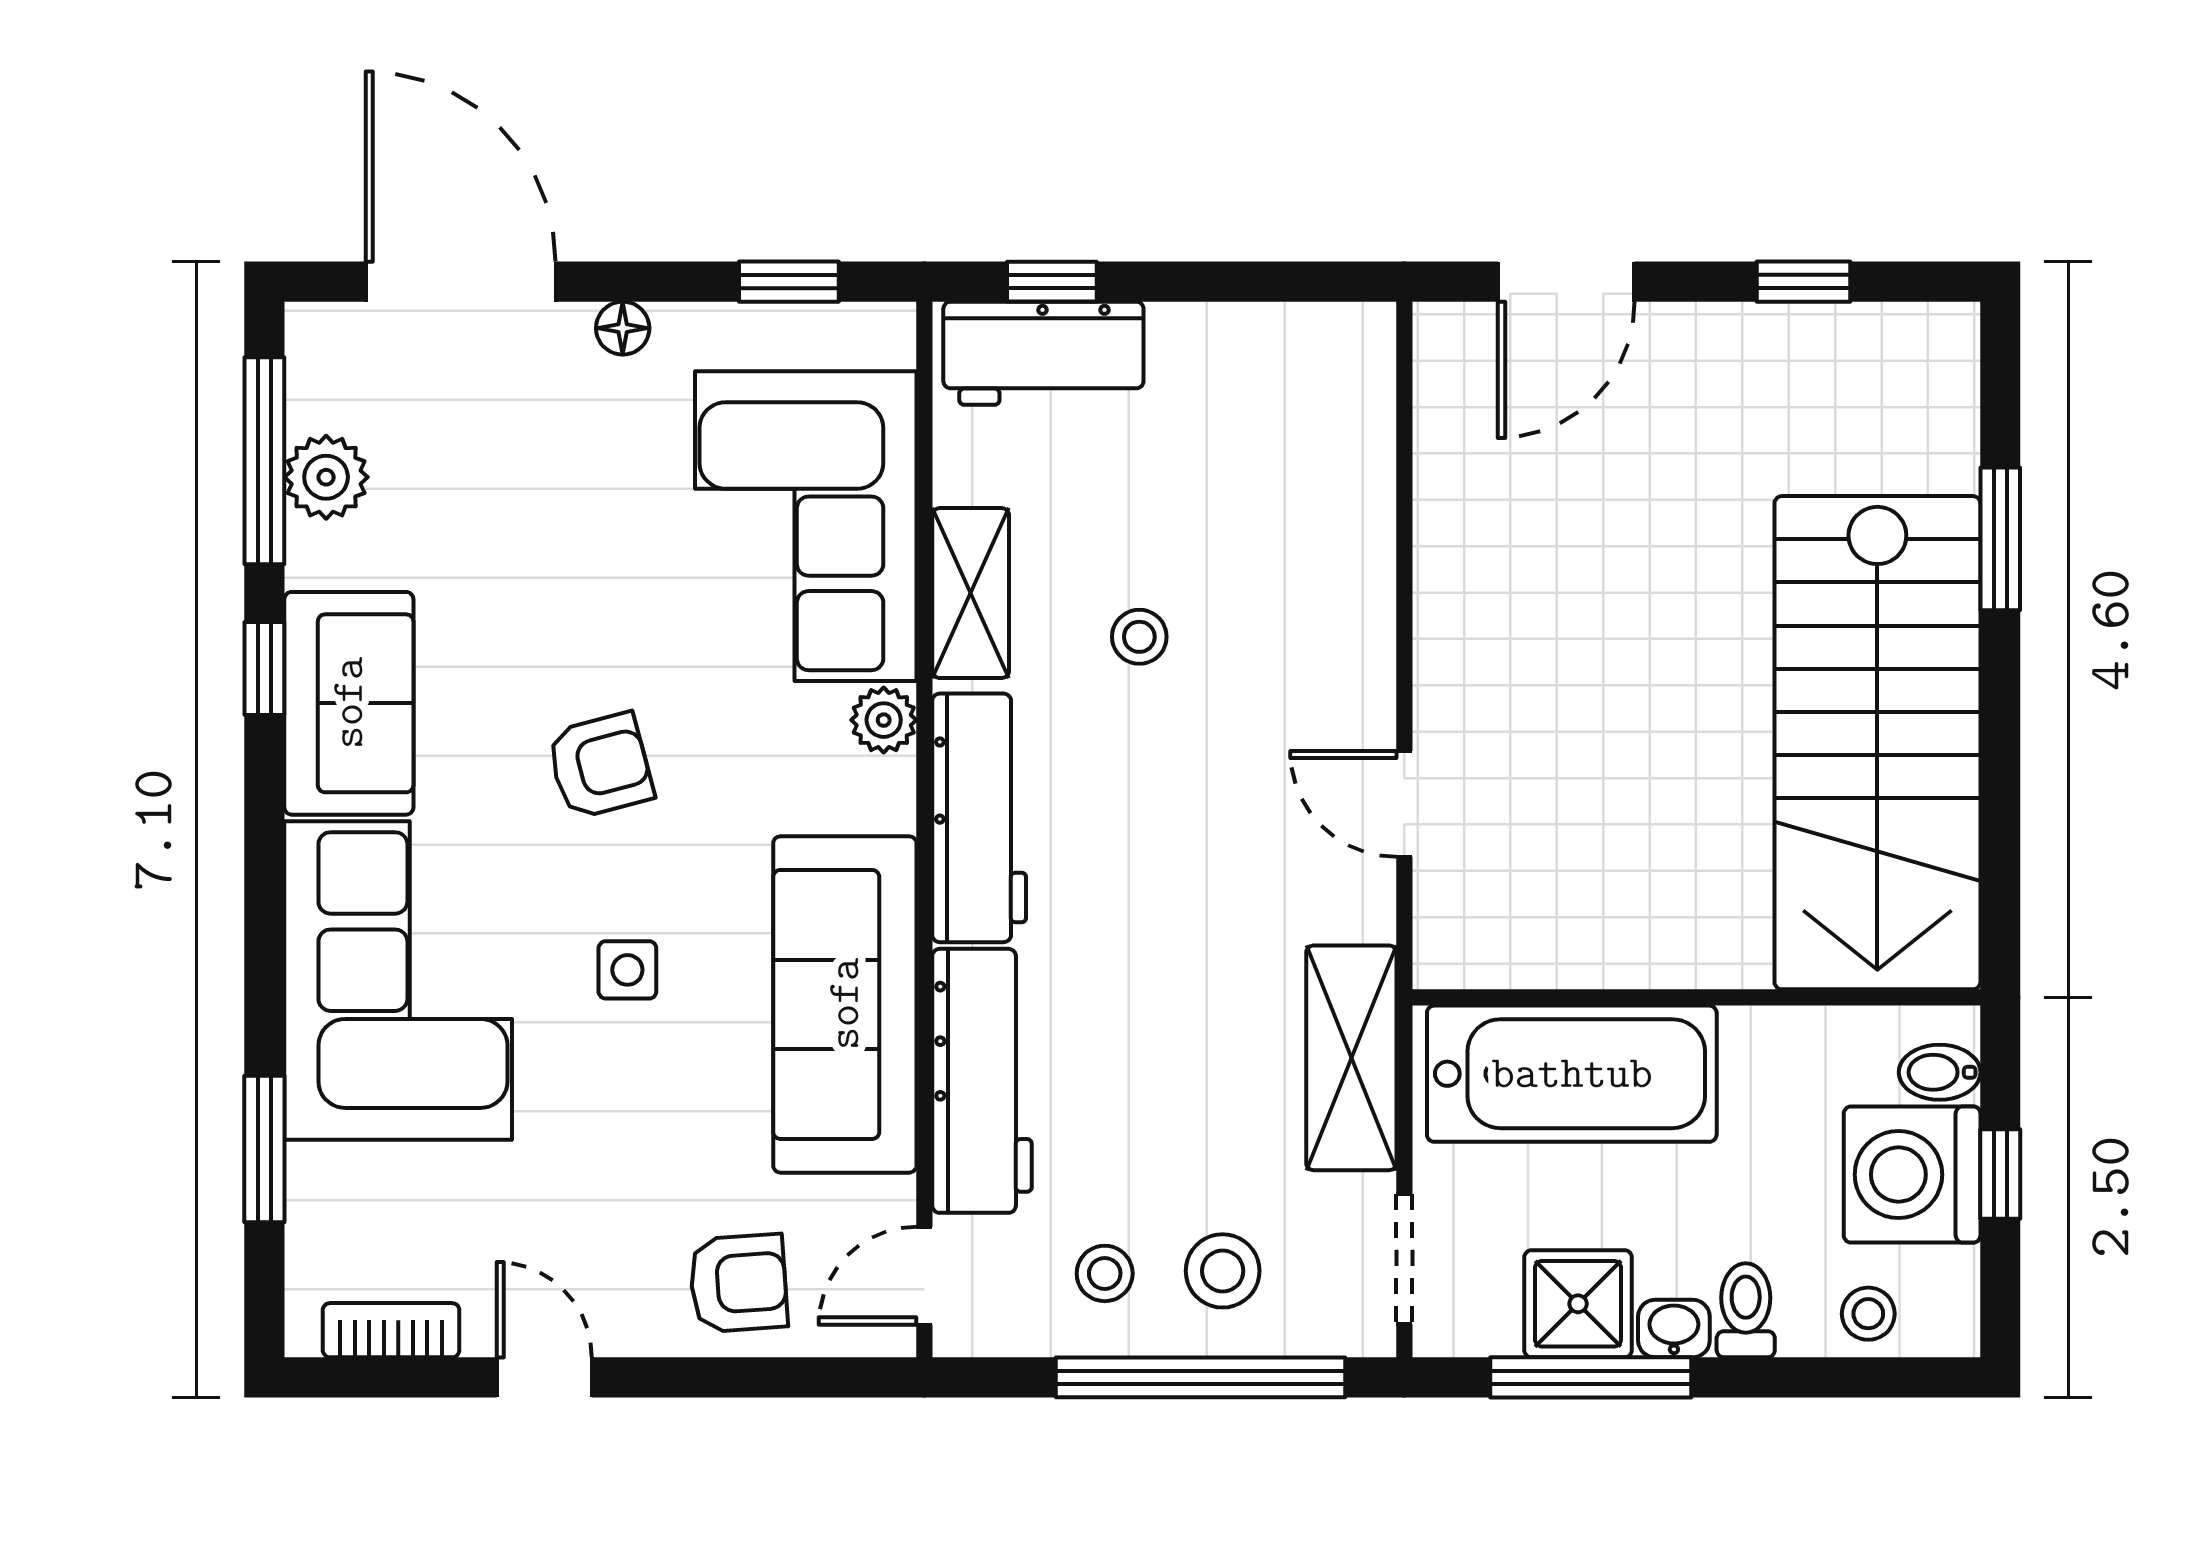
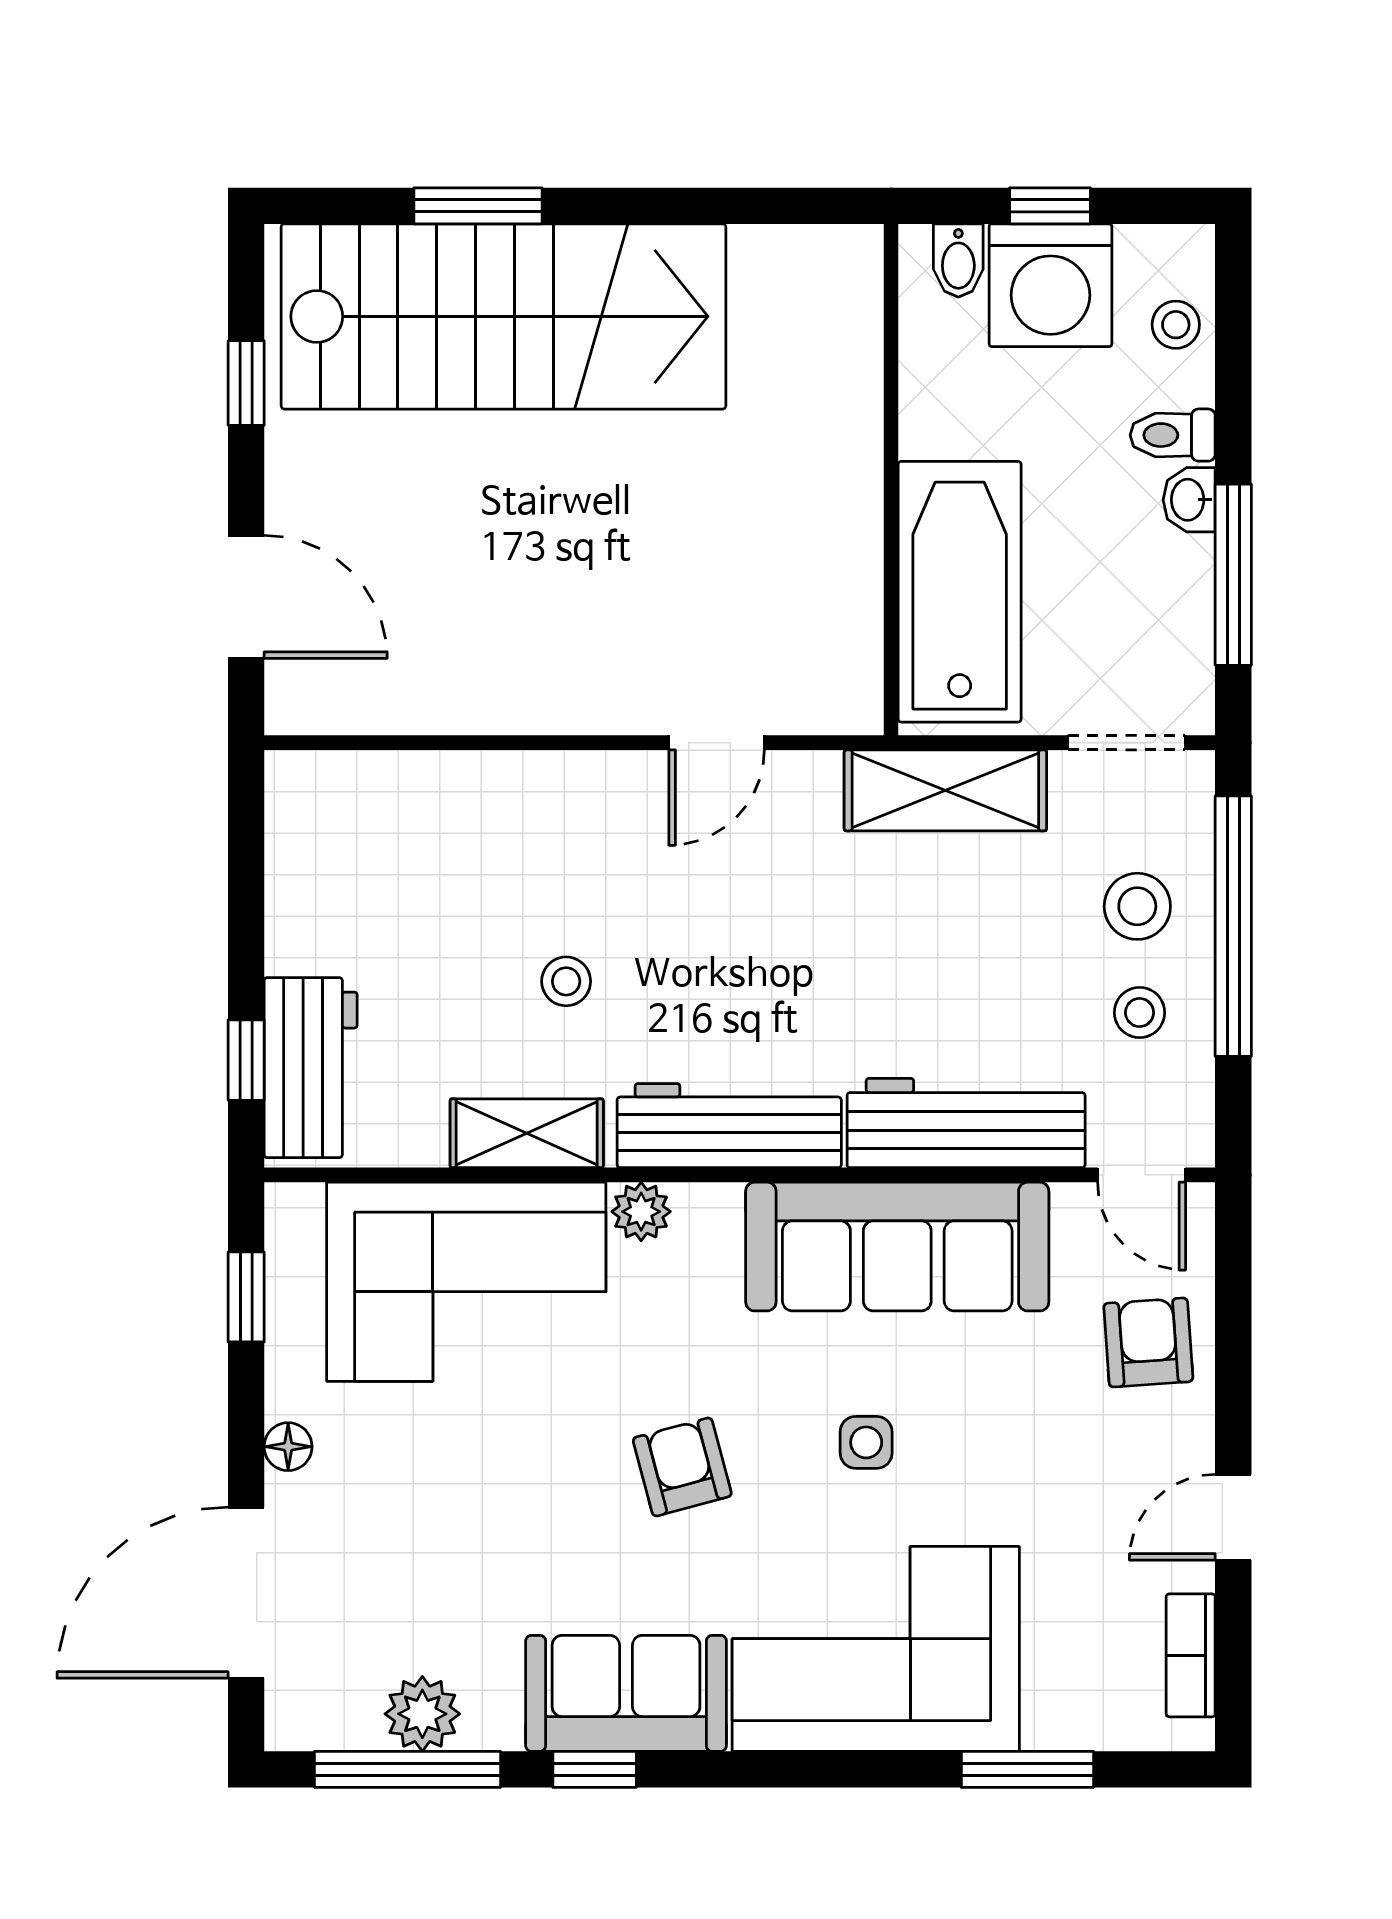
stairs: (1877, 743) -> (503, 316), moved
shower: (1578, 1304) -> (1167, 586), removed

